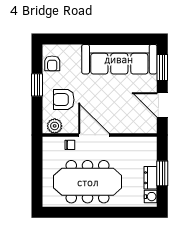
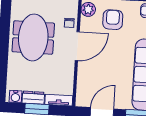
tv unit: (151, 151) -> (59, 100), added
meeting table: (88, 182) -> (33, 37), width x0.73

